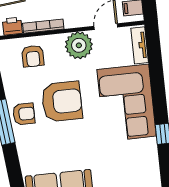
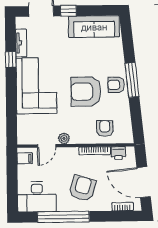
plant: (79, 45) -> (64, 138), width x0.53, depth x0.53
tv unit: (140, 45) -> (21, 43), moved

